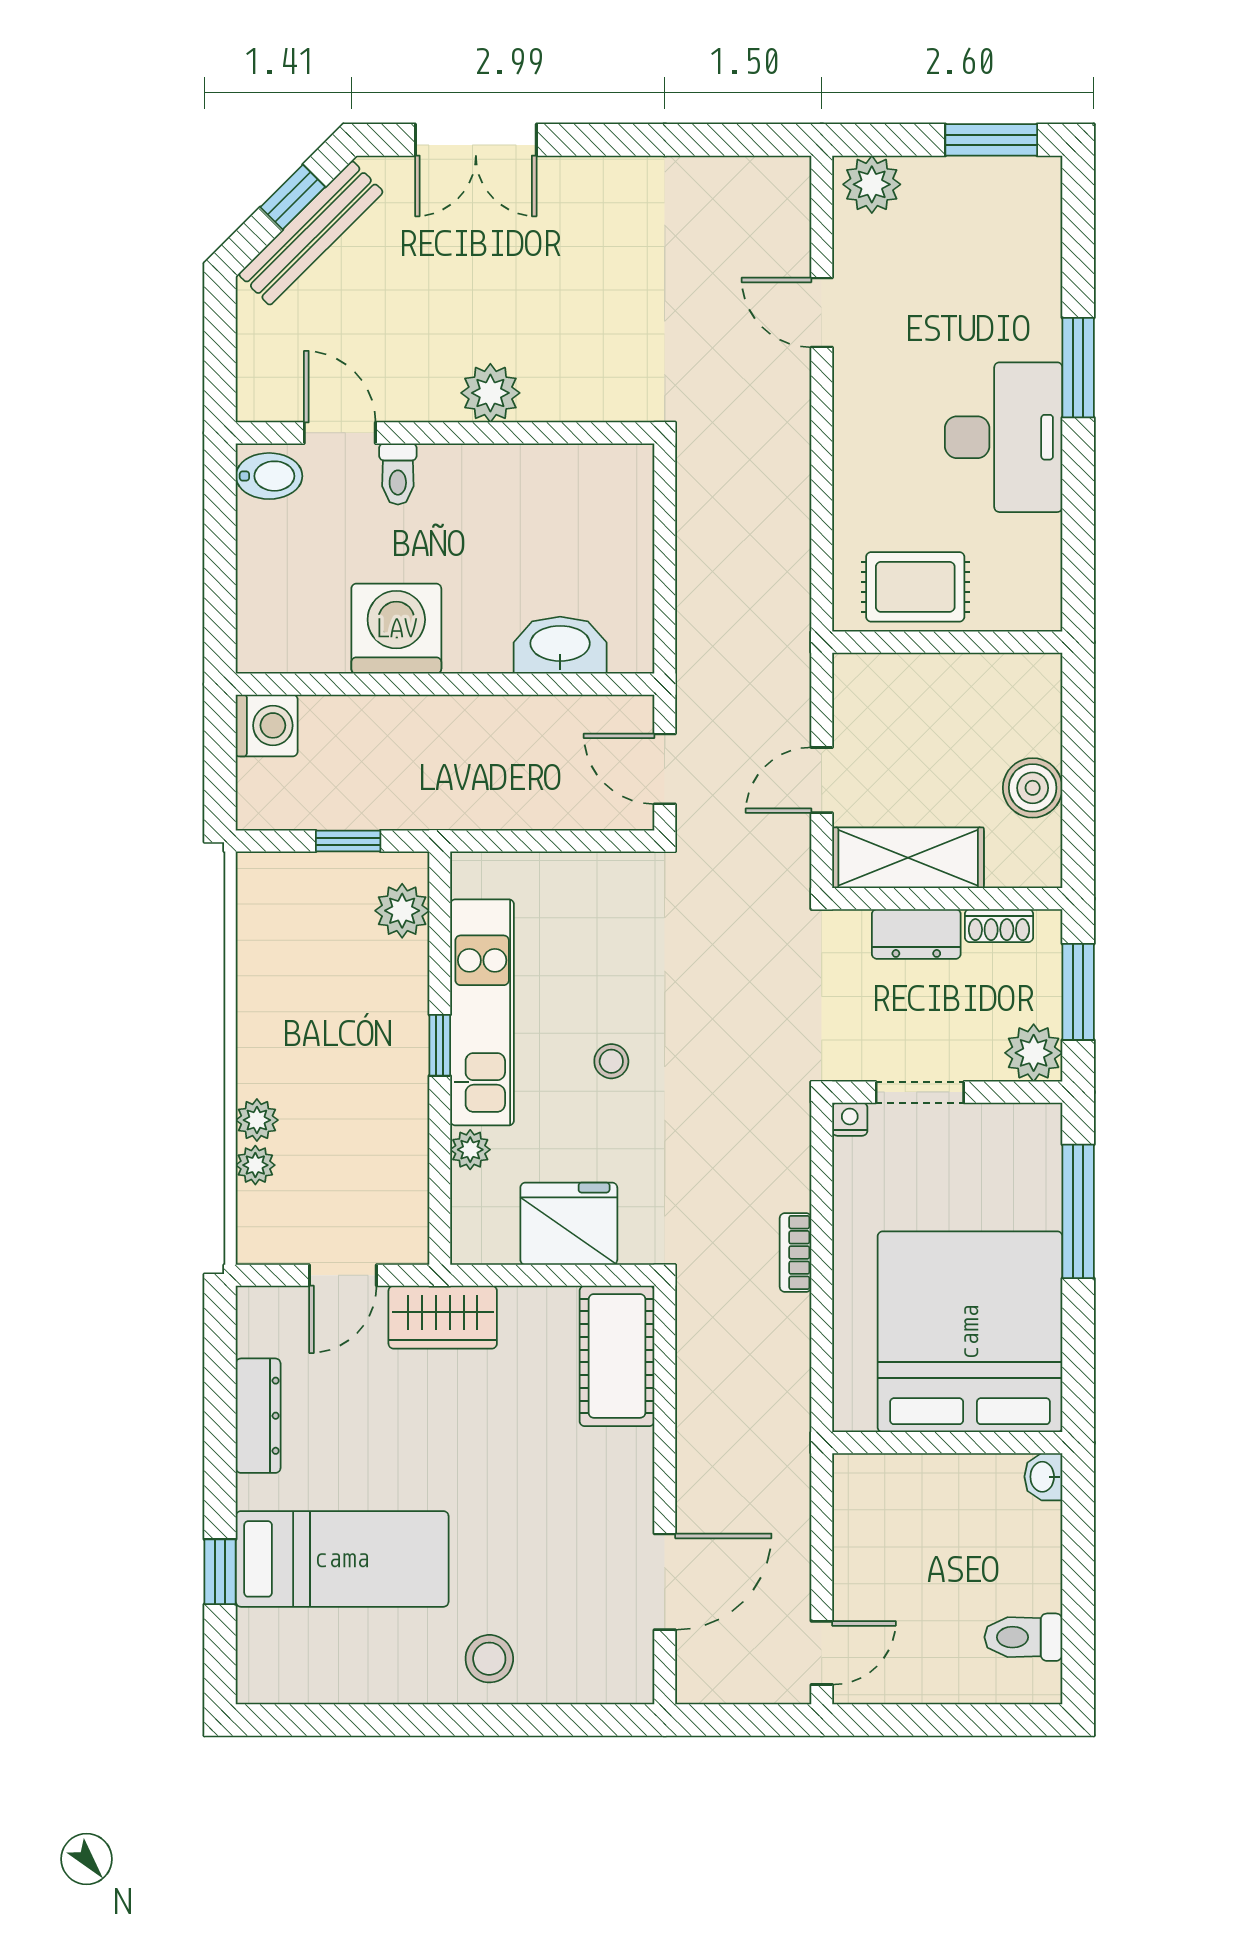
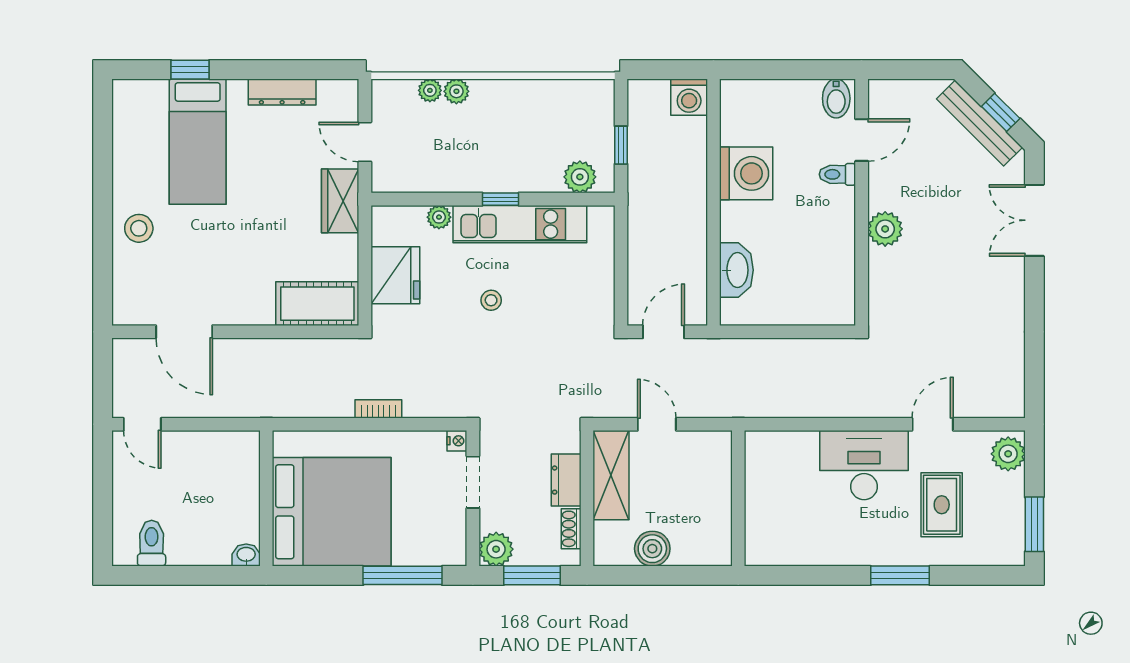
desk: (1004, 437) -> (864, 465), moved, turned 180
rug: (915, 587) -> (942, 505), moved

